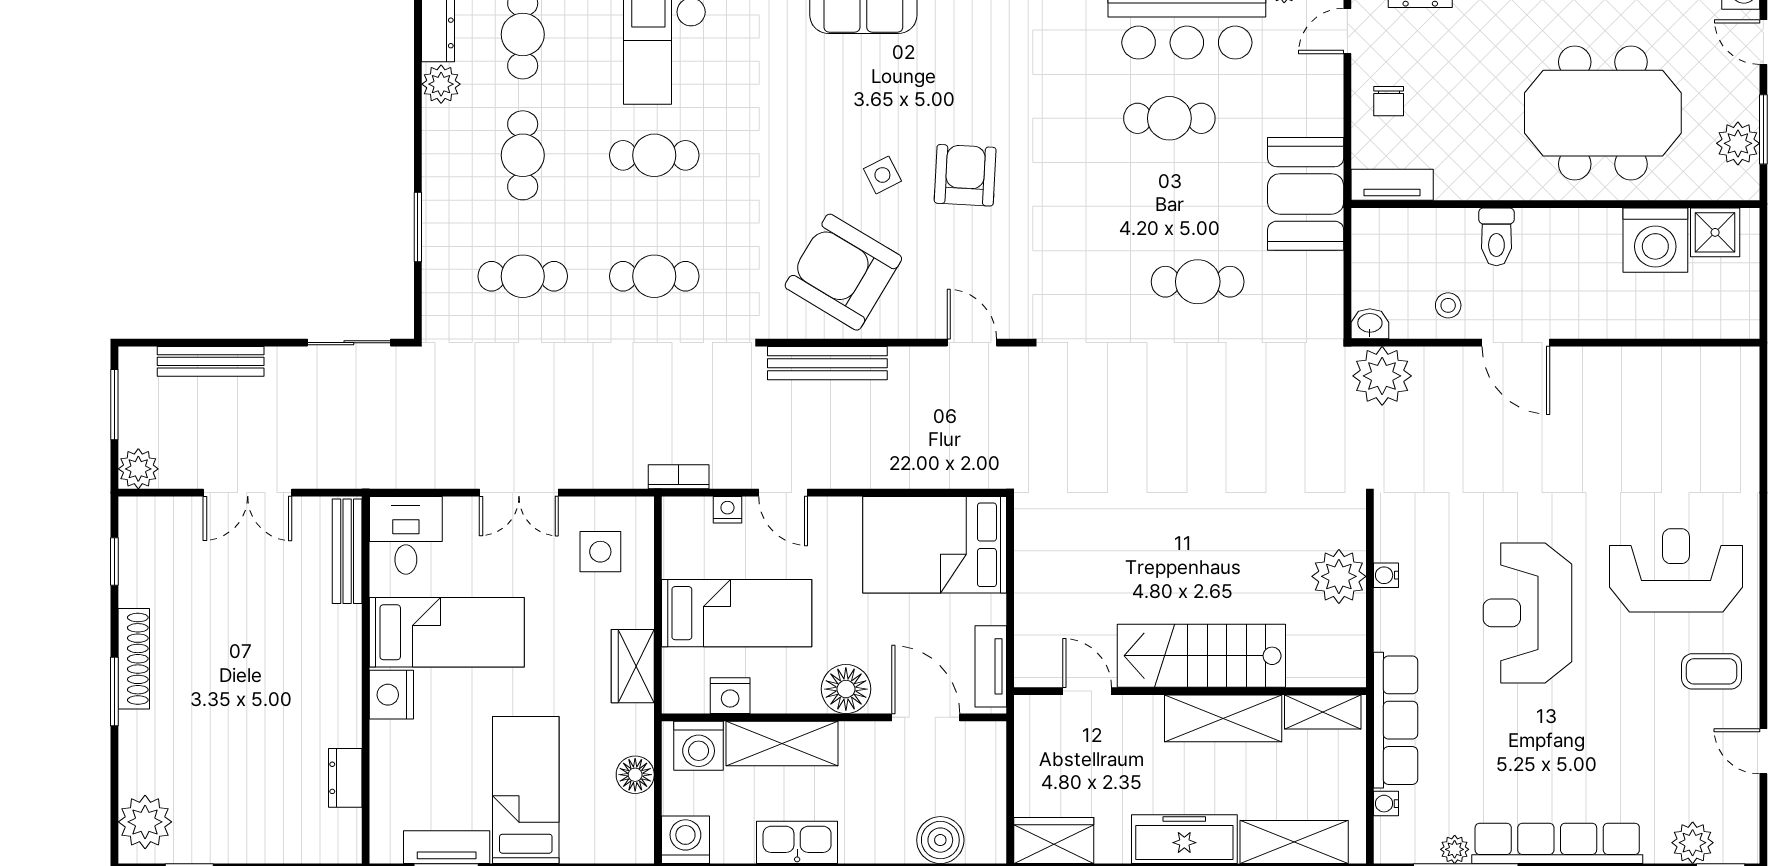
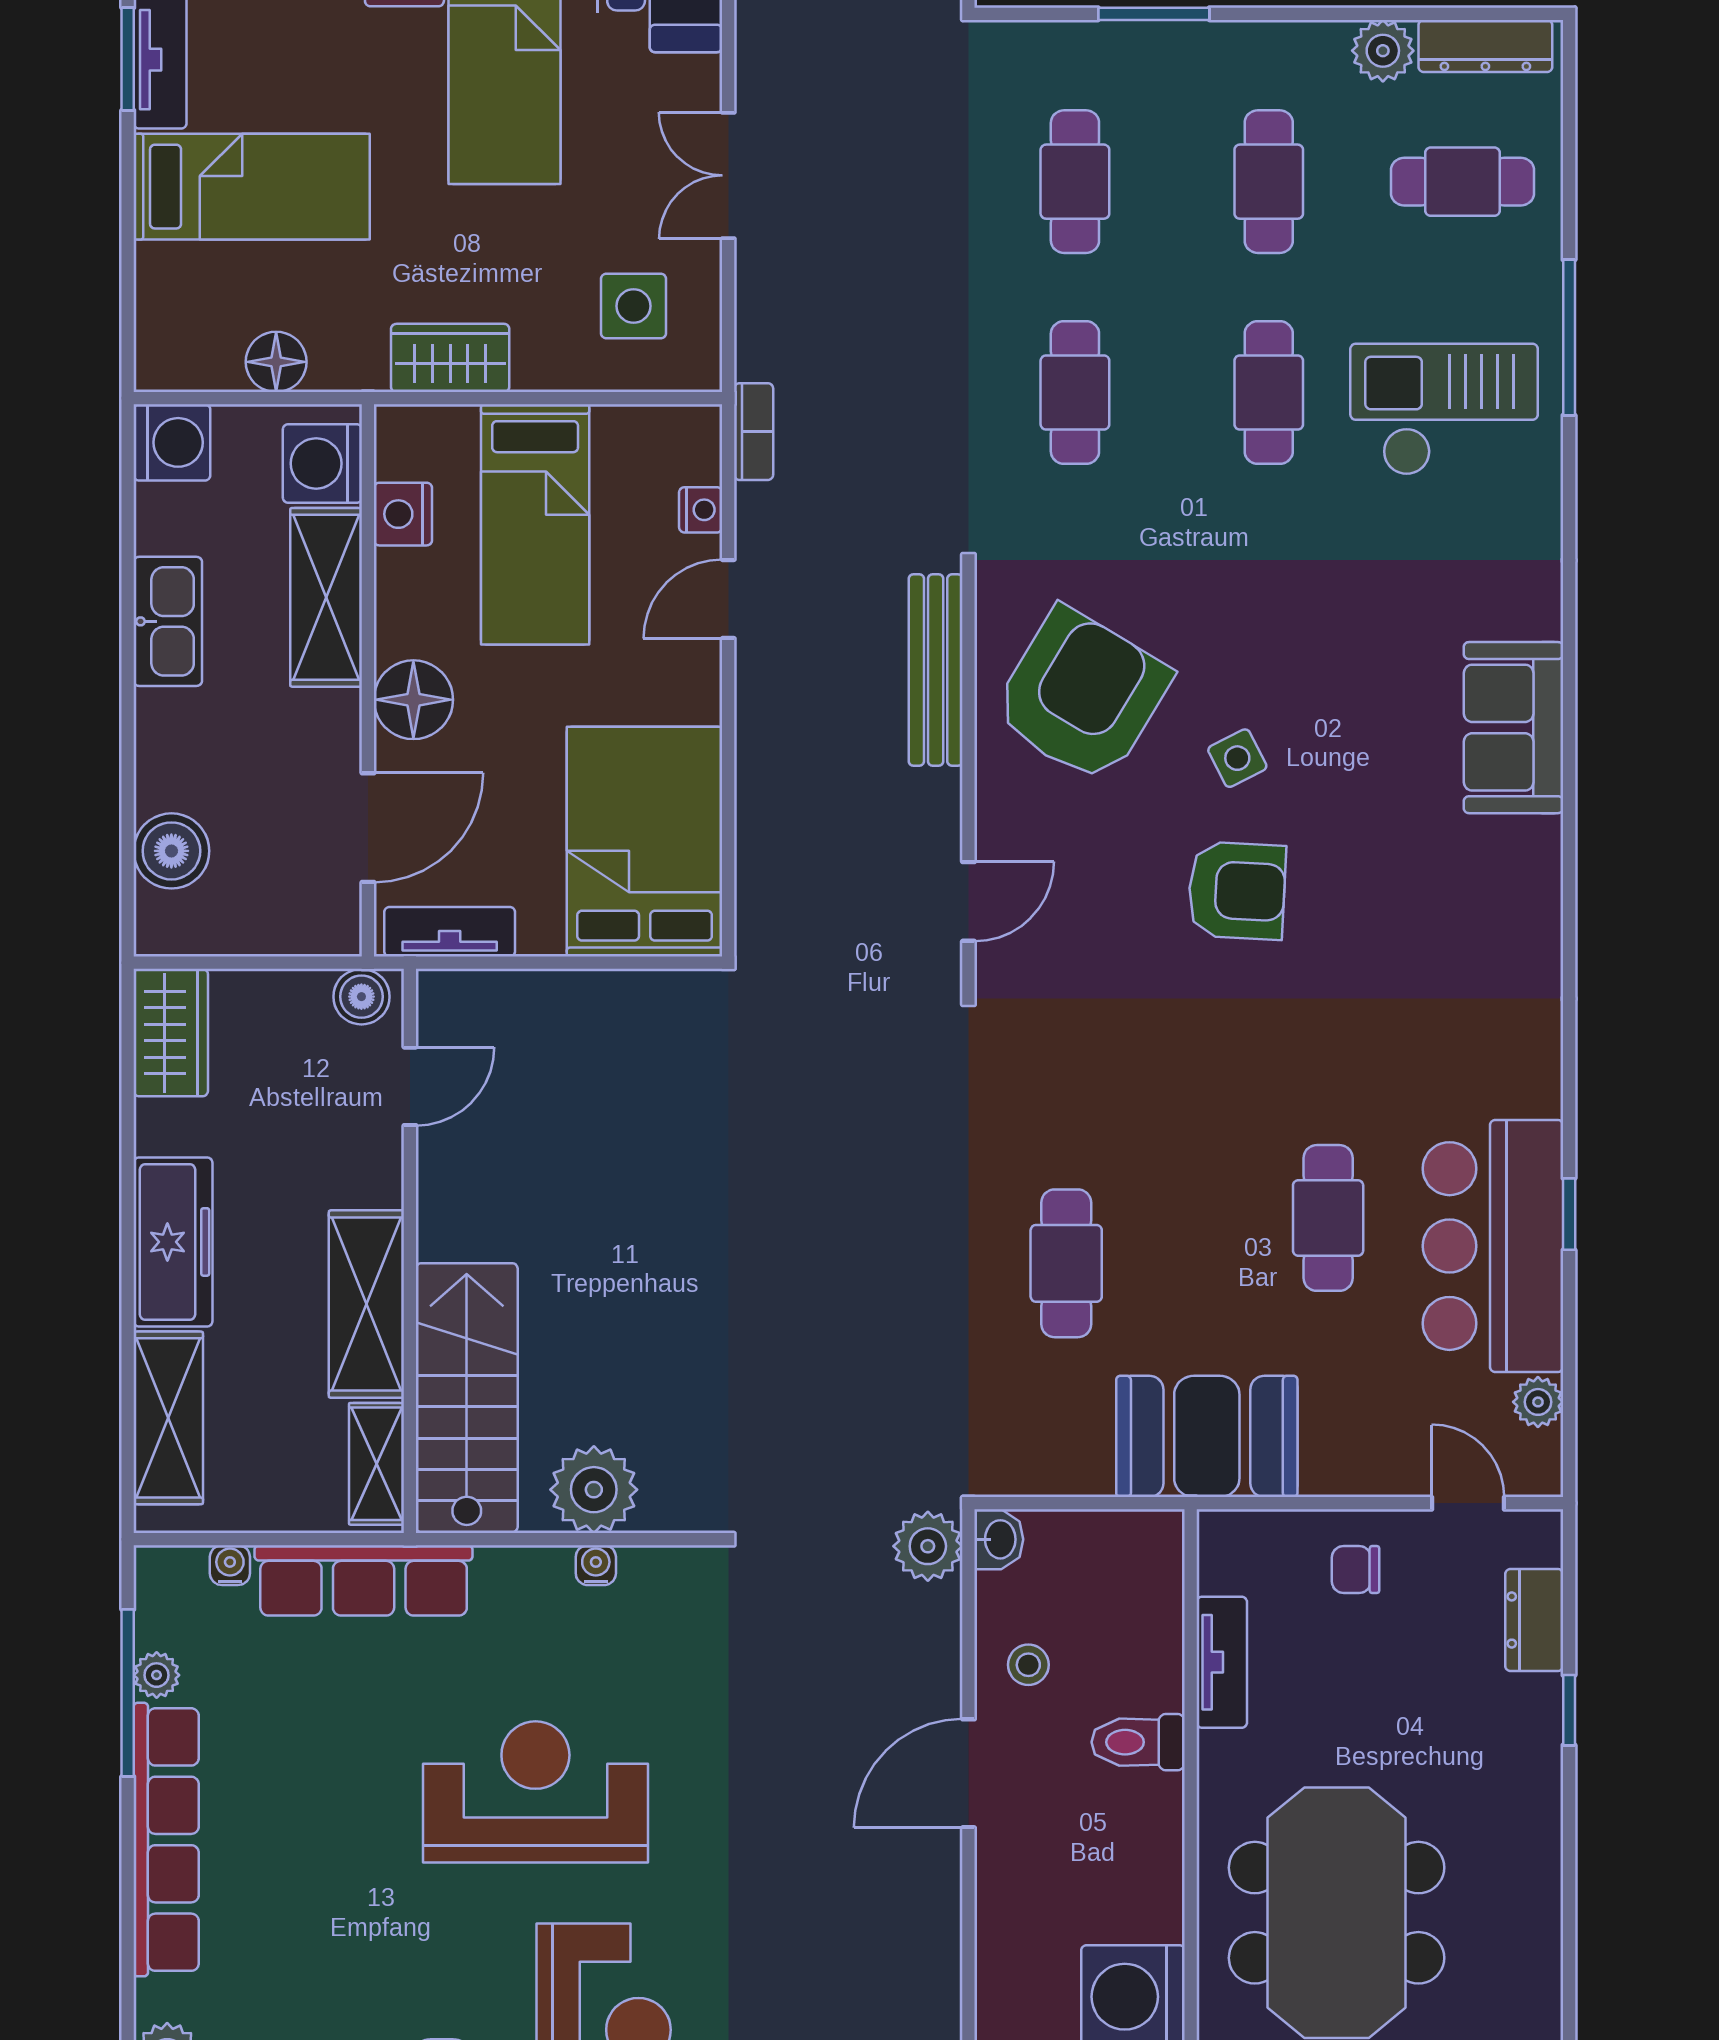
cafe table: (523, 155) -> (1269, 182), turned 90
tv unit: (1392, 185) -> (1222, 1662), moved
plant: (1382, 376) -> (928, 1546), width x0.73, depth x0.73
stairs: (1201, 656) -> (467, 1398), moved
boiler: (1031, 721) -> (361, 997), added

